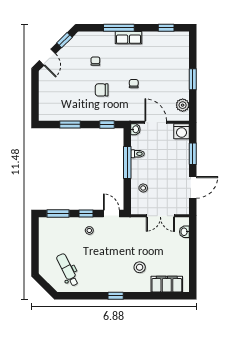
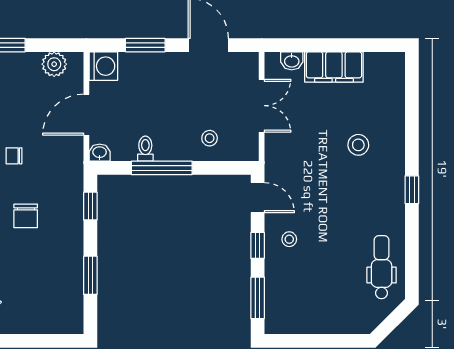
door: (111, 214) -> (258, 198), swing flipped
dental chair: (68, 270) -> (382, 267), moved, turned 117
filing cabinet: (167, 284) -> (334, 67), moved, turned -90

